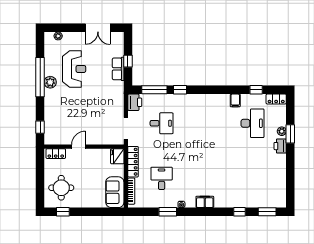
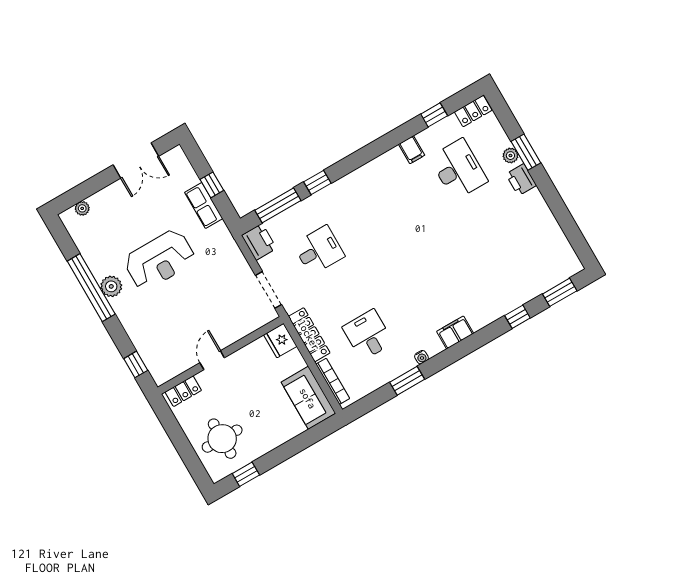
reception desk: (74, 69) -> (160, 260), moved, turned 90

